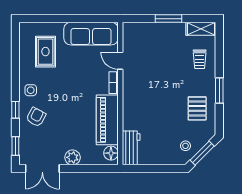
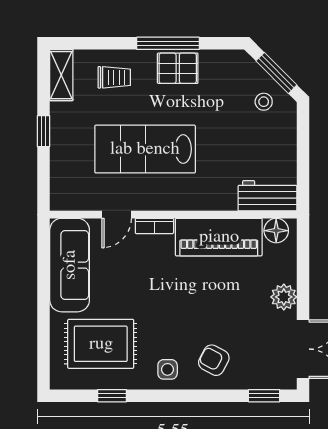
window: (168, 19) -> (44, 131), width x0.67
rug: (45, 52) -> (101, 344), width x1.36, depth x1.43
lab bench: (158, 77) -> (145, 149), added
window: (219, 90) -> (168, 43), width x1.44
pallet: (197, 108) -> (178, 68), moved
window: (15, 110) -> (112, 396), moved

